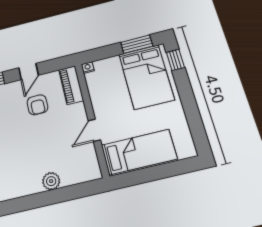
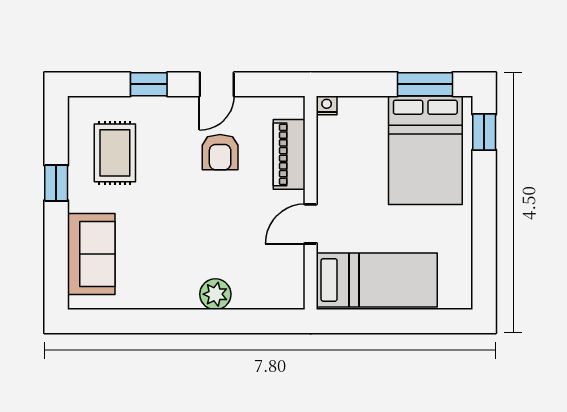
piano: (71, 85) -> (289, 154), moved

